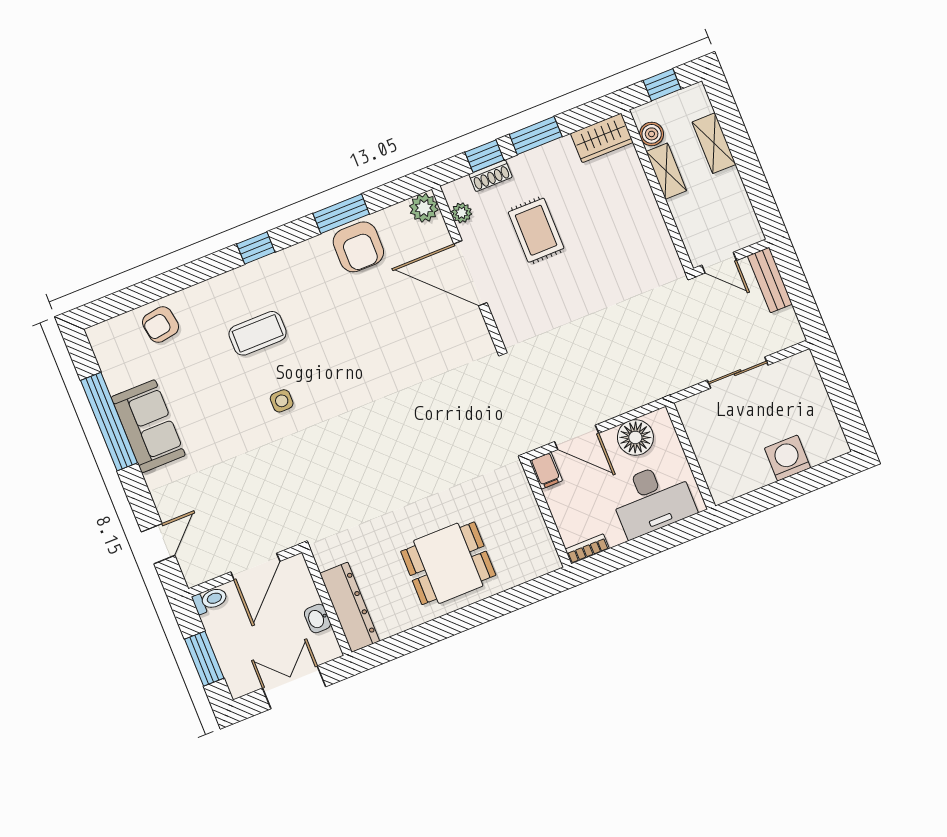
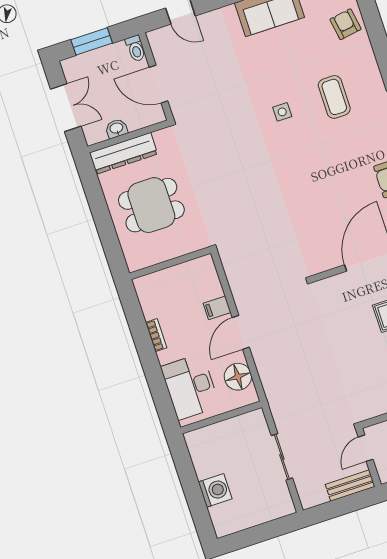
wall: (547, 514) -> (170, 263), moved
dining table: (448, 563) -> (151, 205), moved, turned 90

